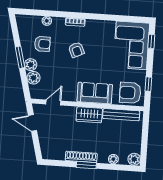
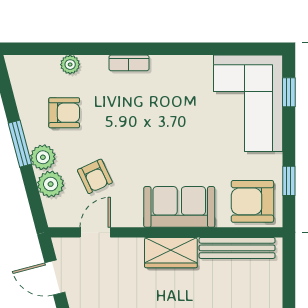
armchair: (76, 50) -> (95, 176), moved

